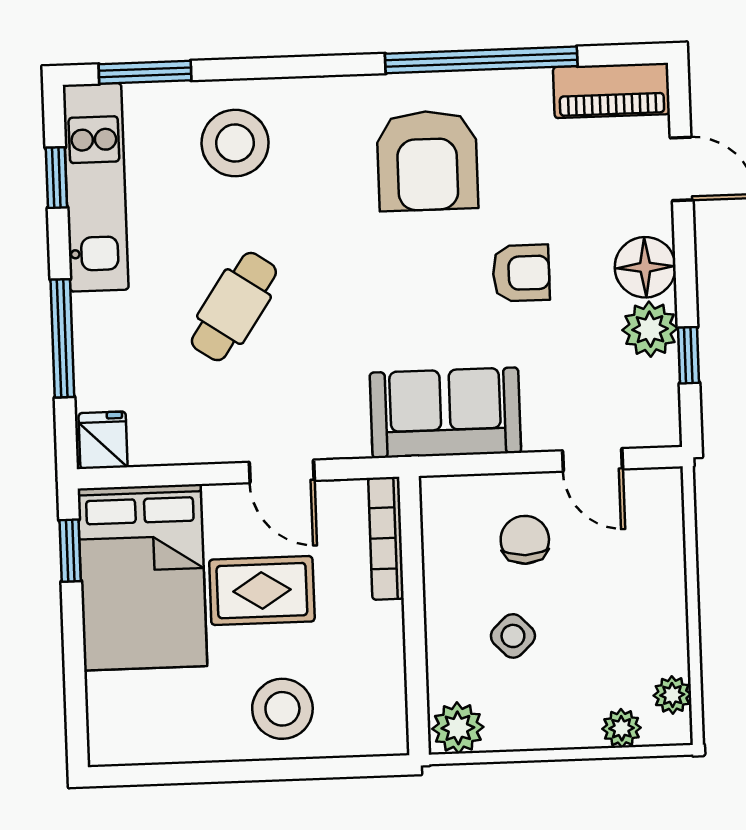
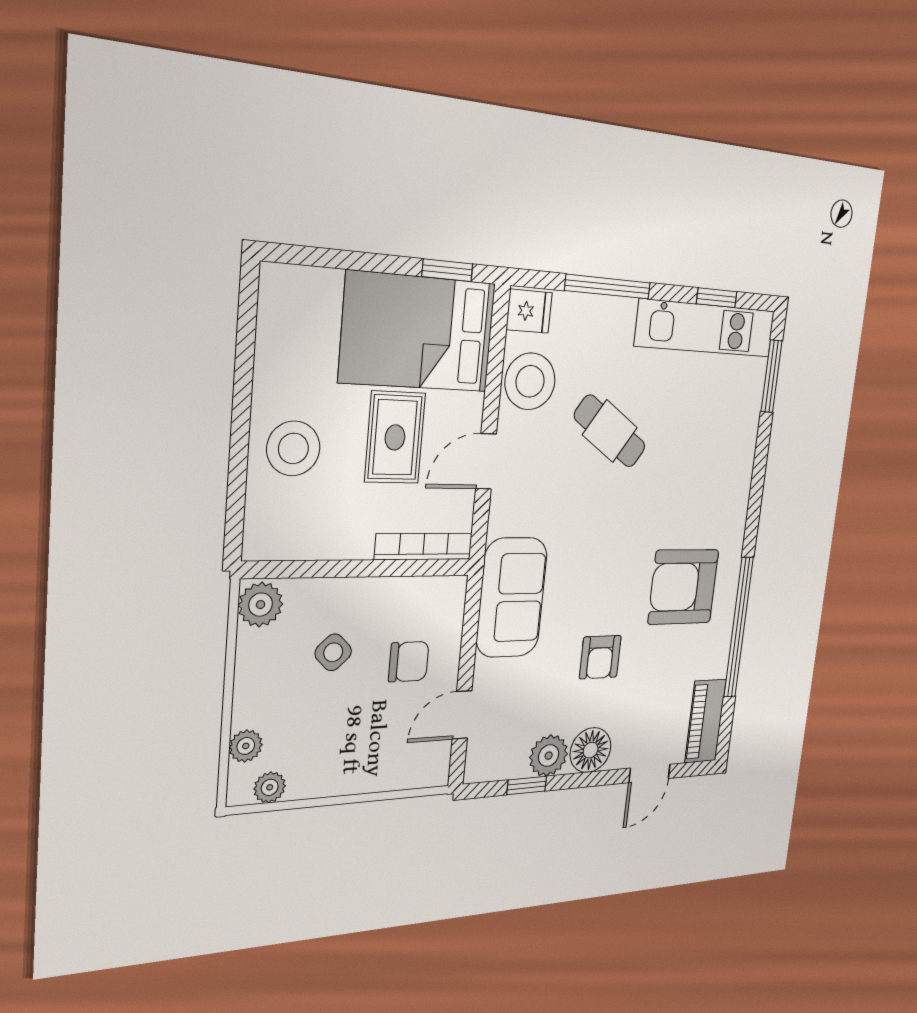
stool: (235, 143) -> (530, 381), moved

